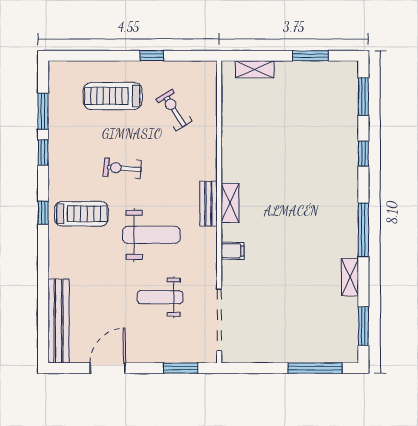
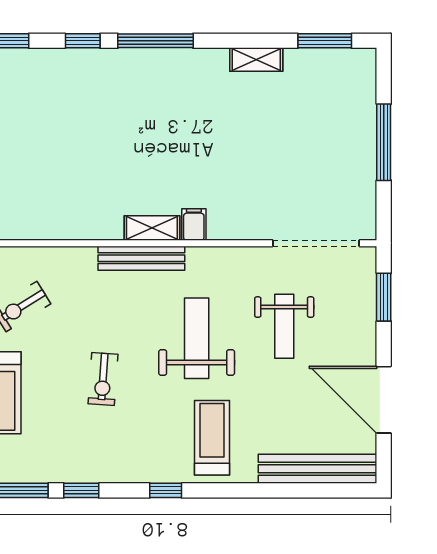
bench: (209, 204) -> (141, 258), width x1.36
treadmill: (81, 214) -> (212, 438), moved
window: (363, 230) -> (155, 41), moved
filing cabinet: (232, 251) -> (194, 224), moved
door: (108, 368) -> (384, 400), width x1.36
window: (315, 368) -> (384, 142), moved

